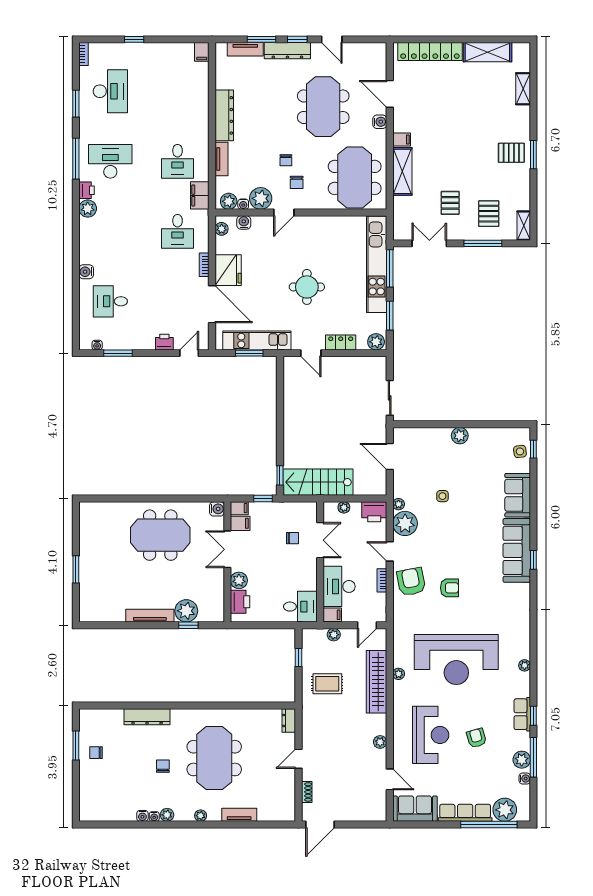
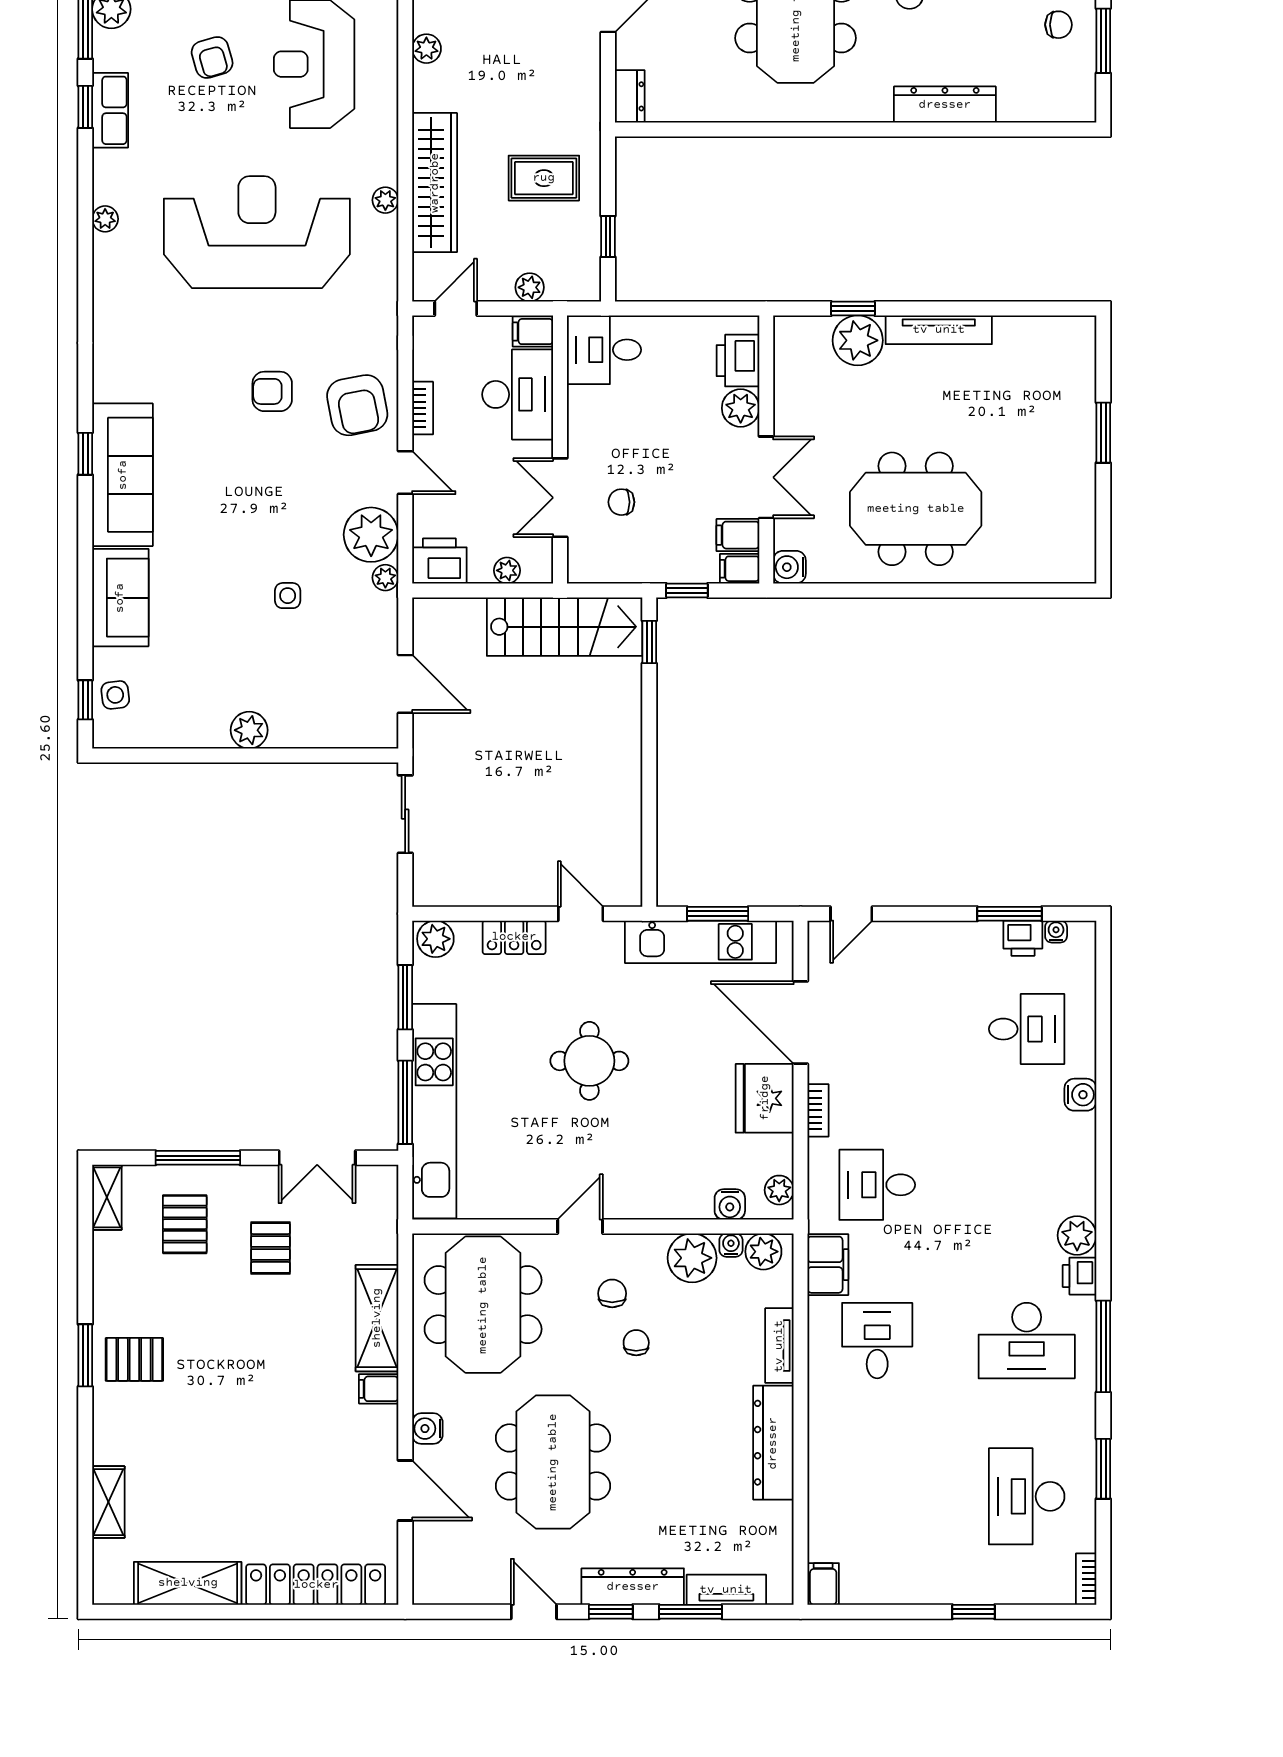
door: (284, 212) -> (580, 1227), moved
desk: (178, 231) -> (877, 1185), turned -90
printer: (164, 342) -> (1023, 938), moved

